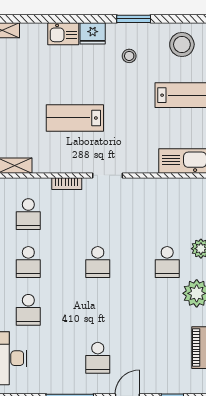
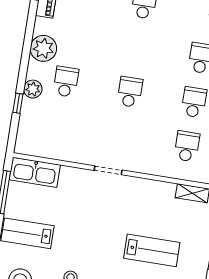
lab bench: (75, 118) -> (152, 250), moved
bookcase: (67, 184) -> (147, 169), removed

